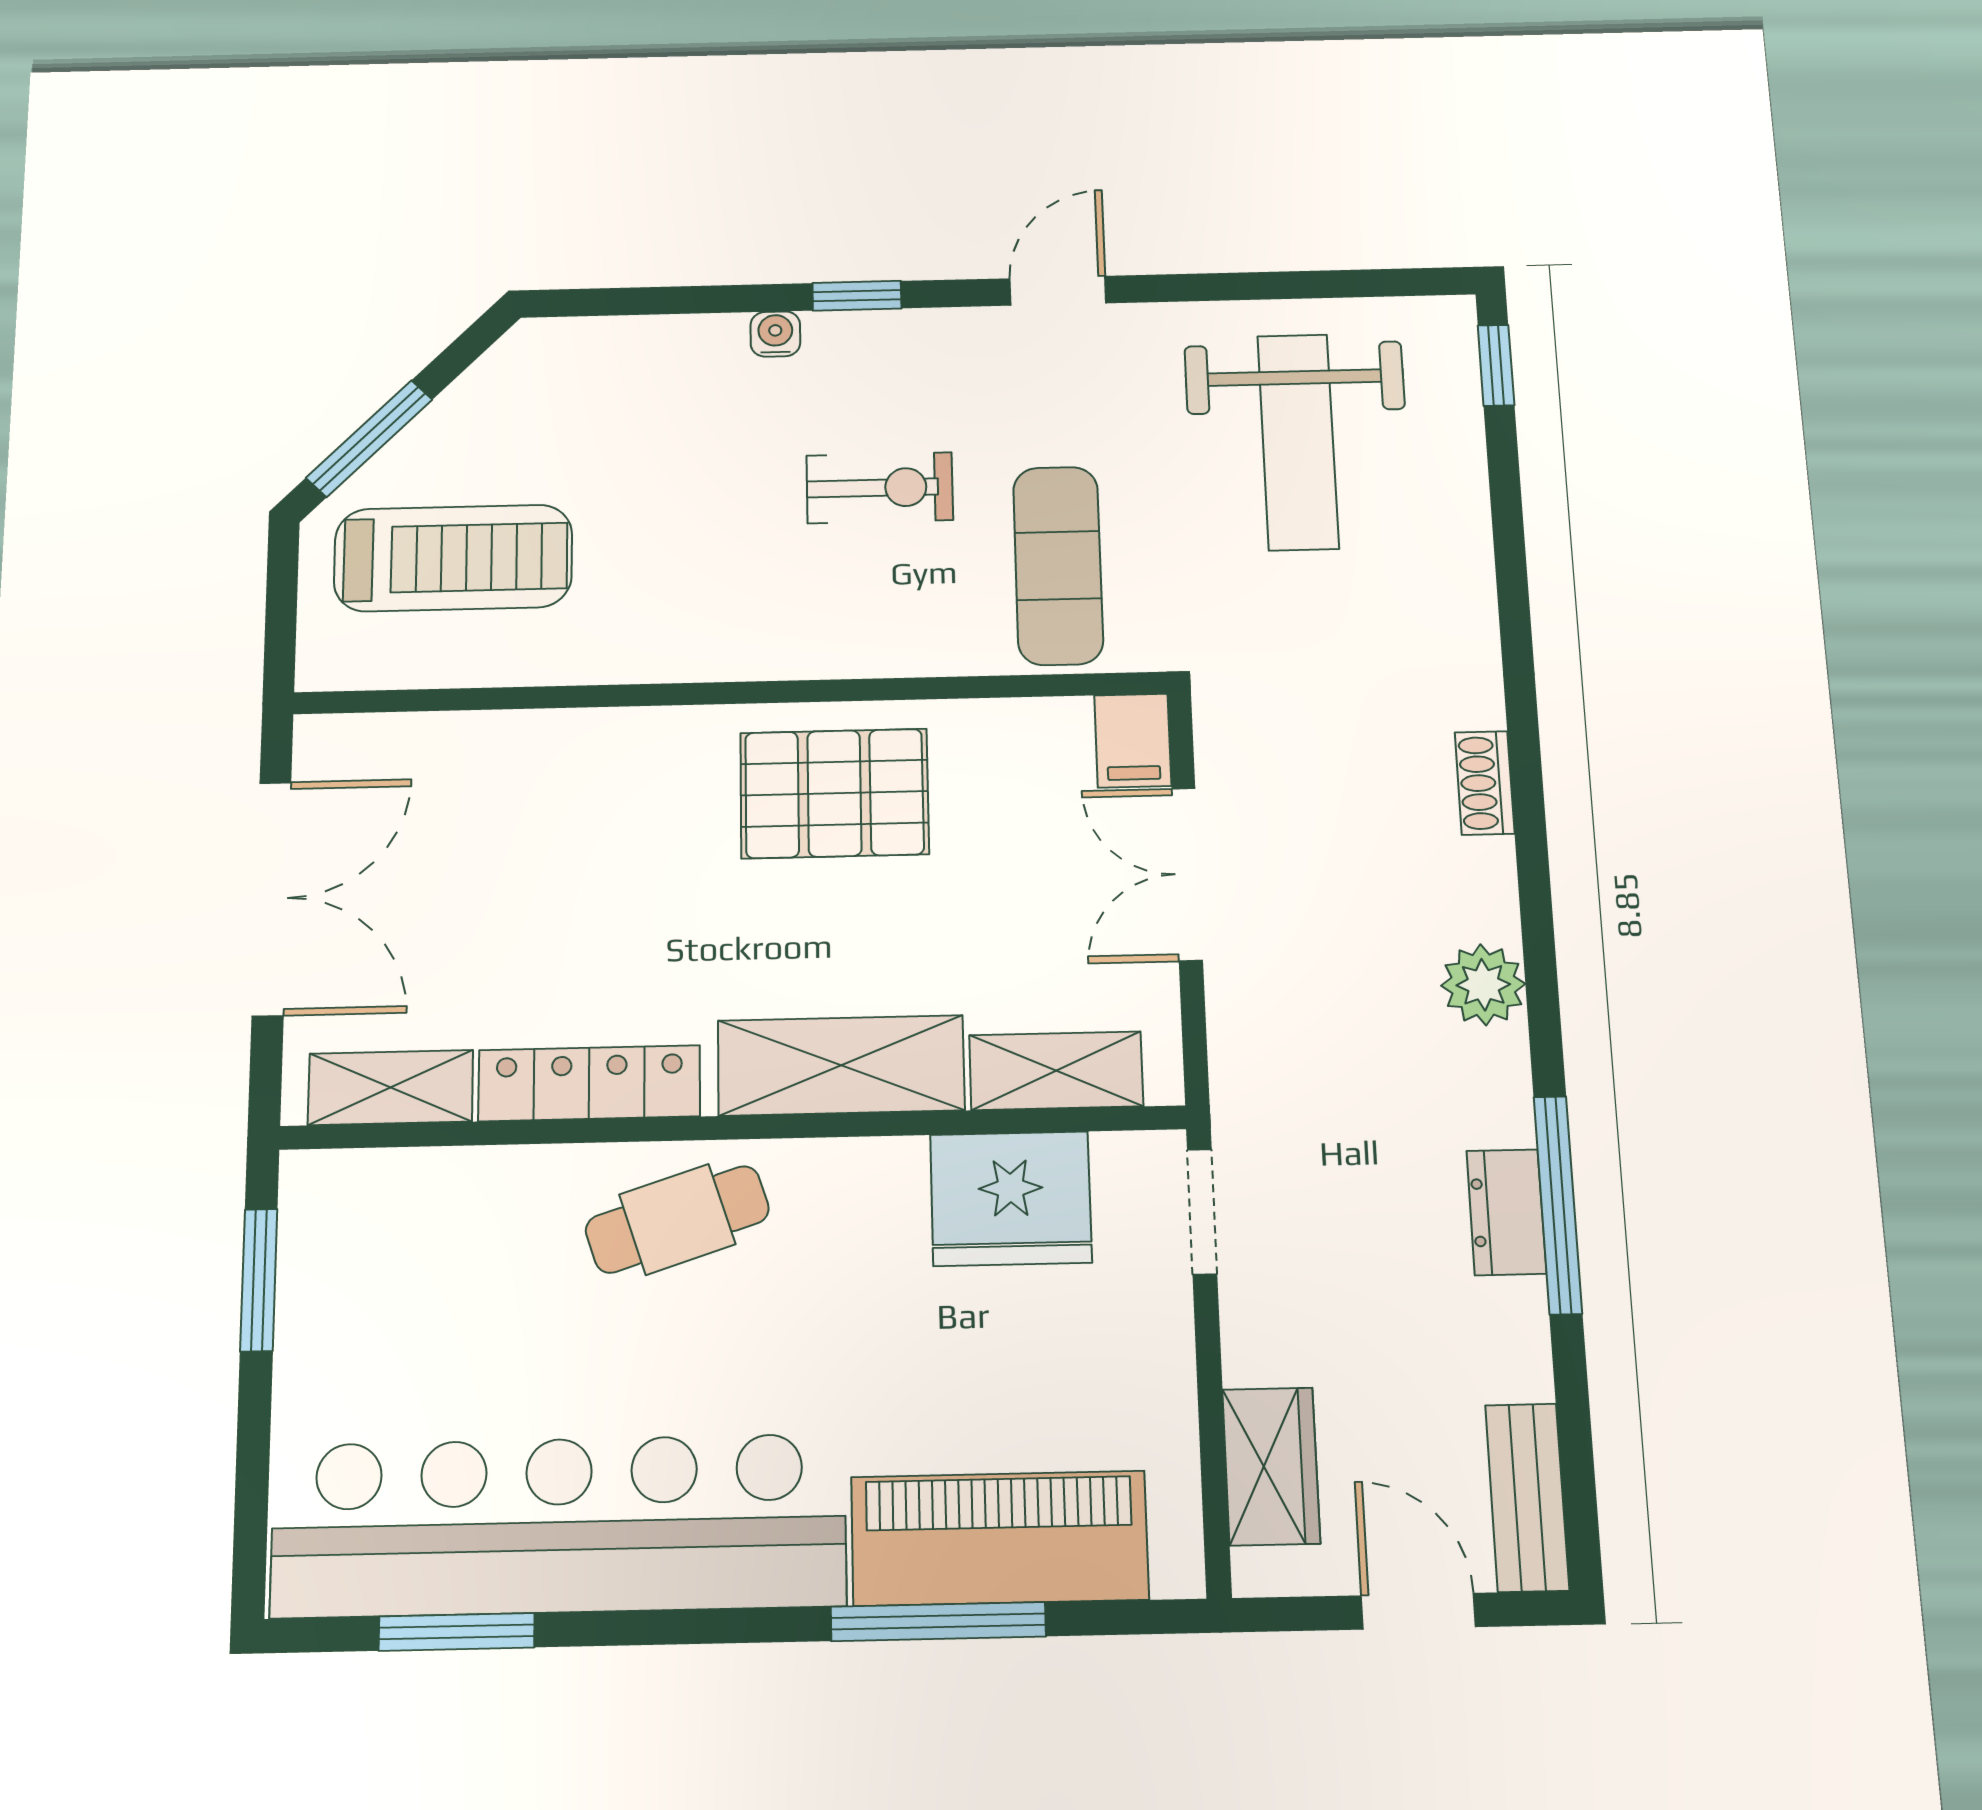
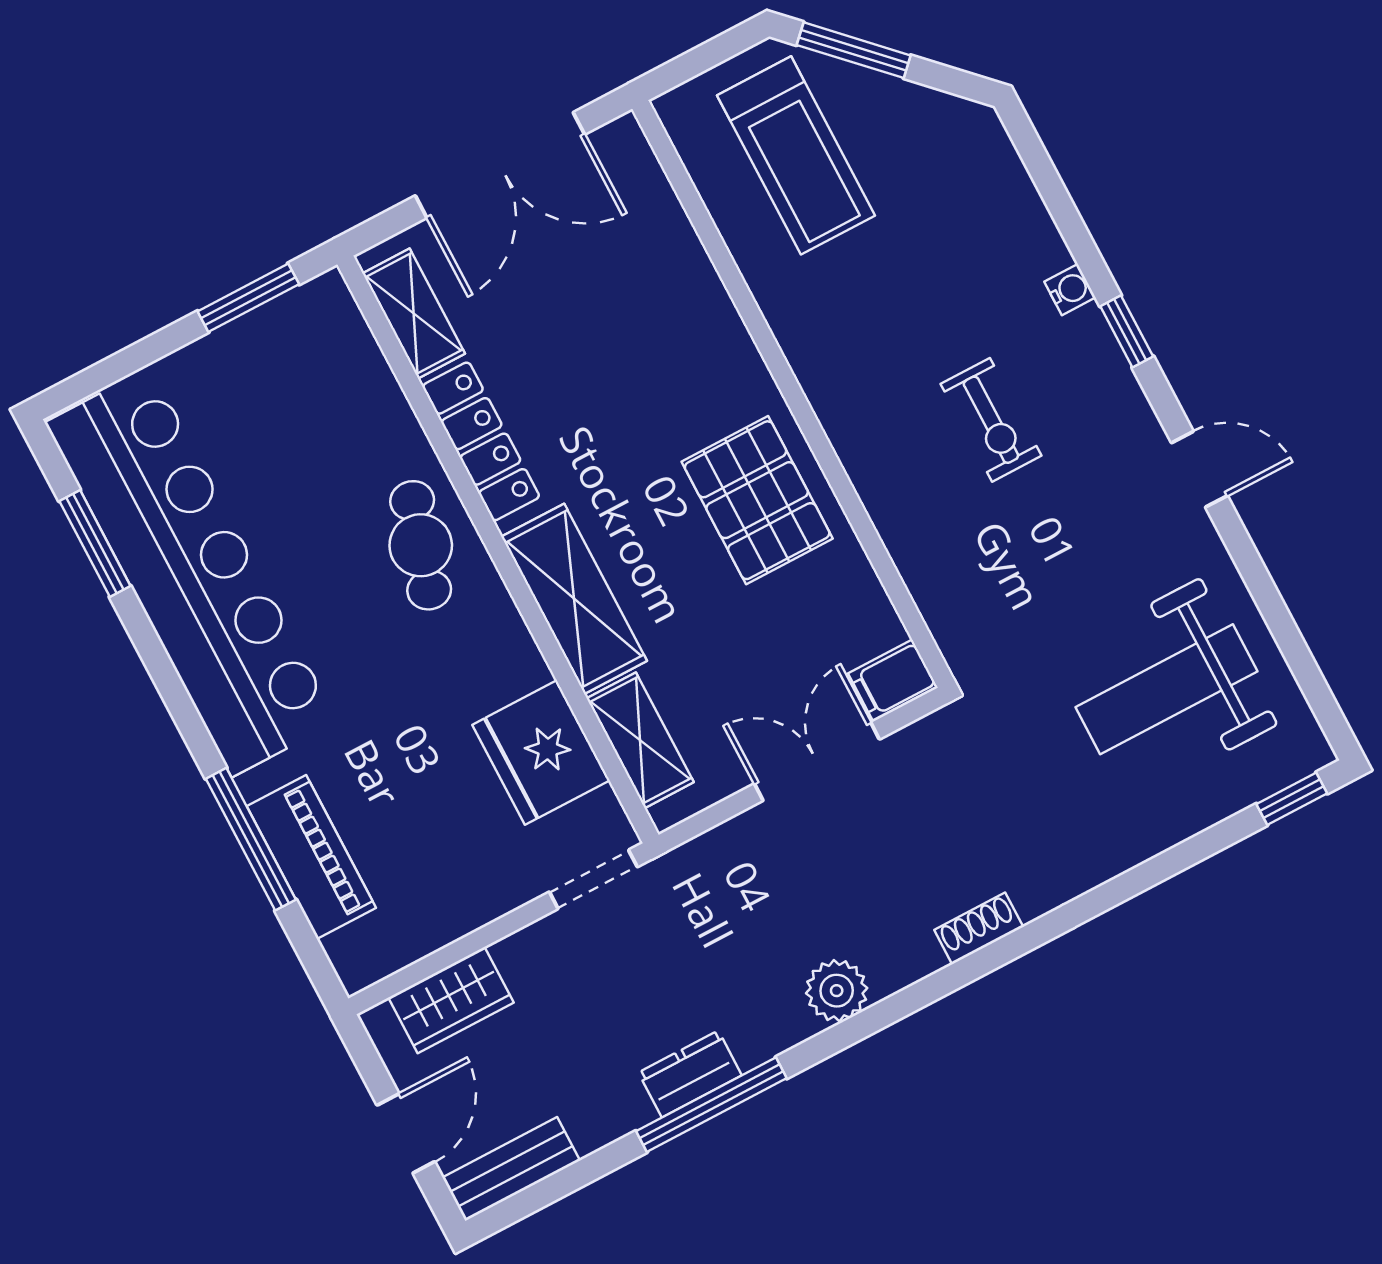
exercise mat: (1058, 565) -> (994, 569), removed
cafe table: (677, 1219) -> (421, 545), turned 35
piano: (999, 1538) -> (311, 857), width x0.73, depth x0.75

